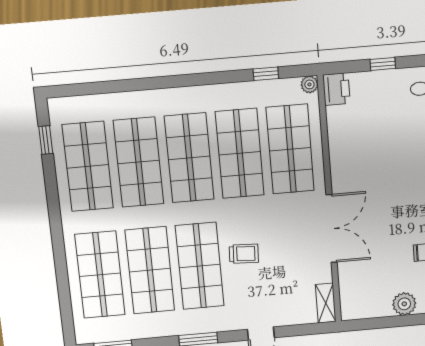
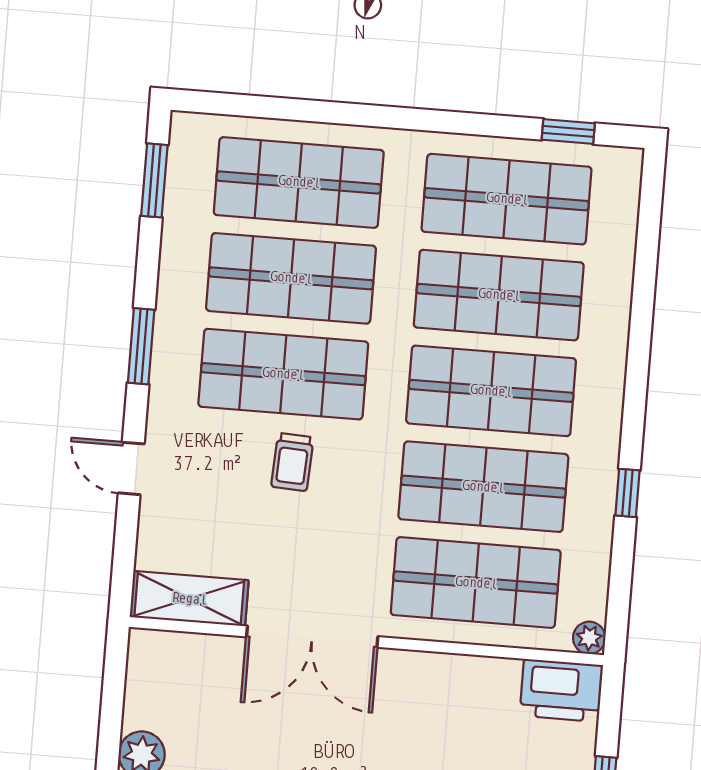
window: (266, 74) -> (627, 493), moved
printer: (336, 89) -> (561, 690), width x1.37, depth x1.19
shelving: (326, 303) -> (189, 599), width x1.50, depth x1.33

